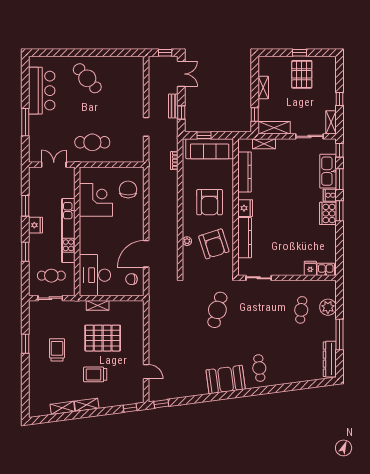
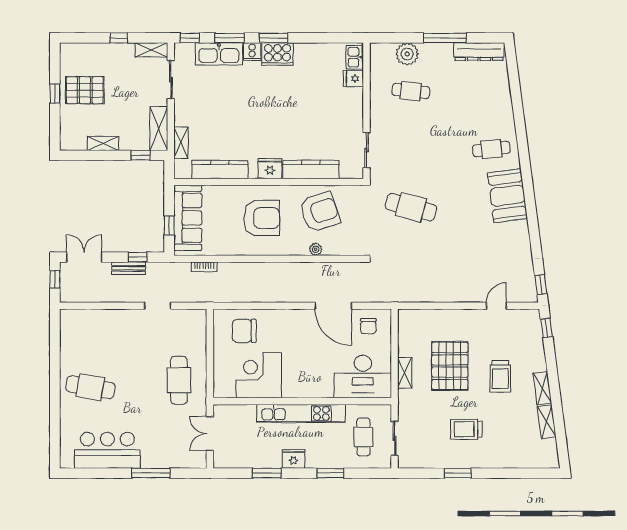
cafe table: (87, 78) -> (90, 387), turned 52

